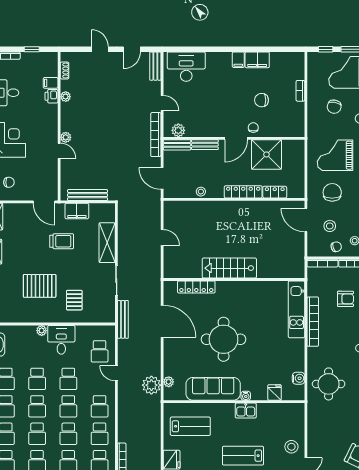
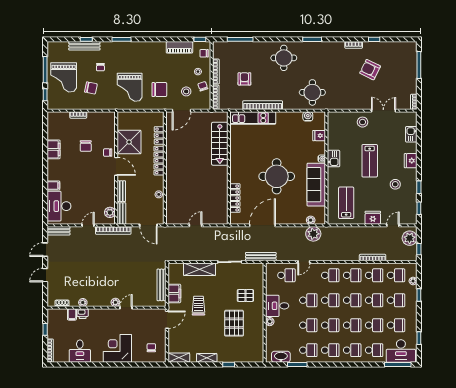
door: (132, 49) -> (45, 250), swing flipped
filing cabinet: (238, 60) -> (53, 186), moved
door: (162, 179) -> (148, 225), hinge flipped
chair: (332, 192) -> (159, 90), turned 180
stairs: (229, 268) -> (220, 144), moved

